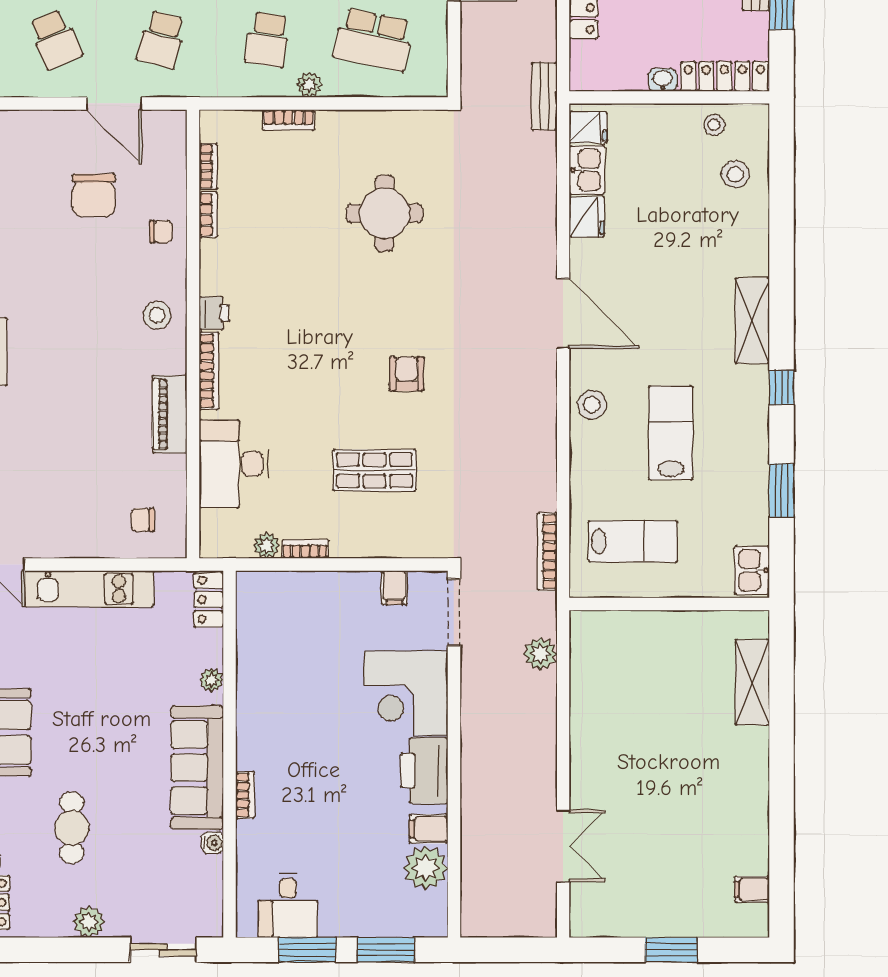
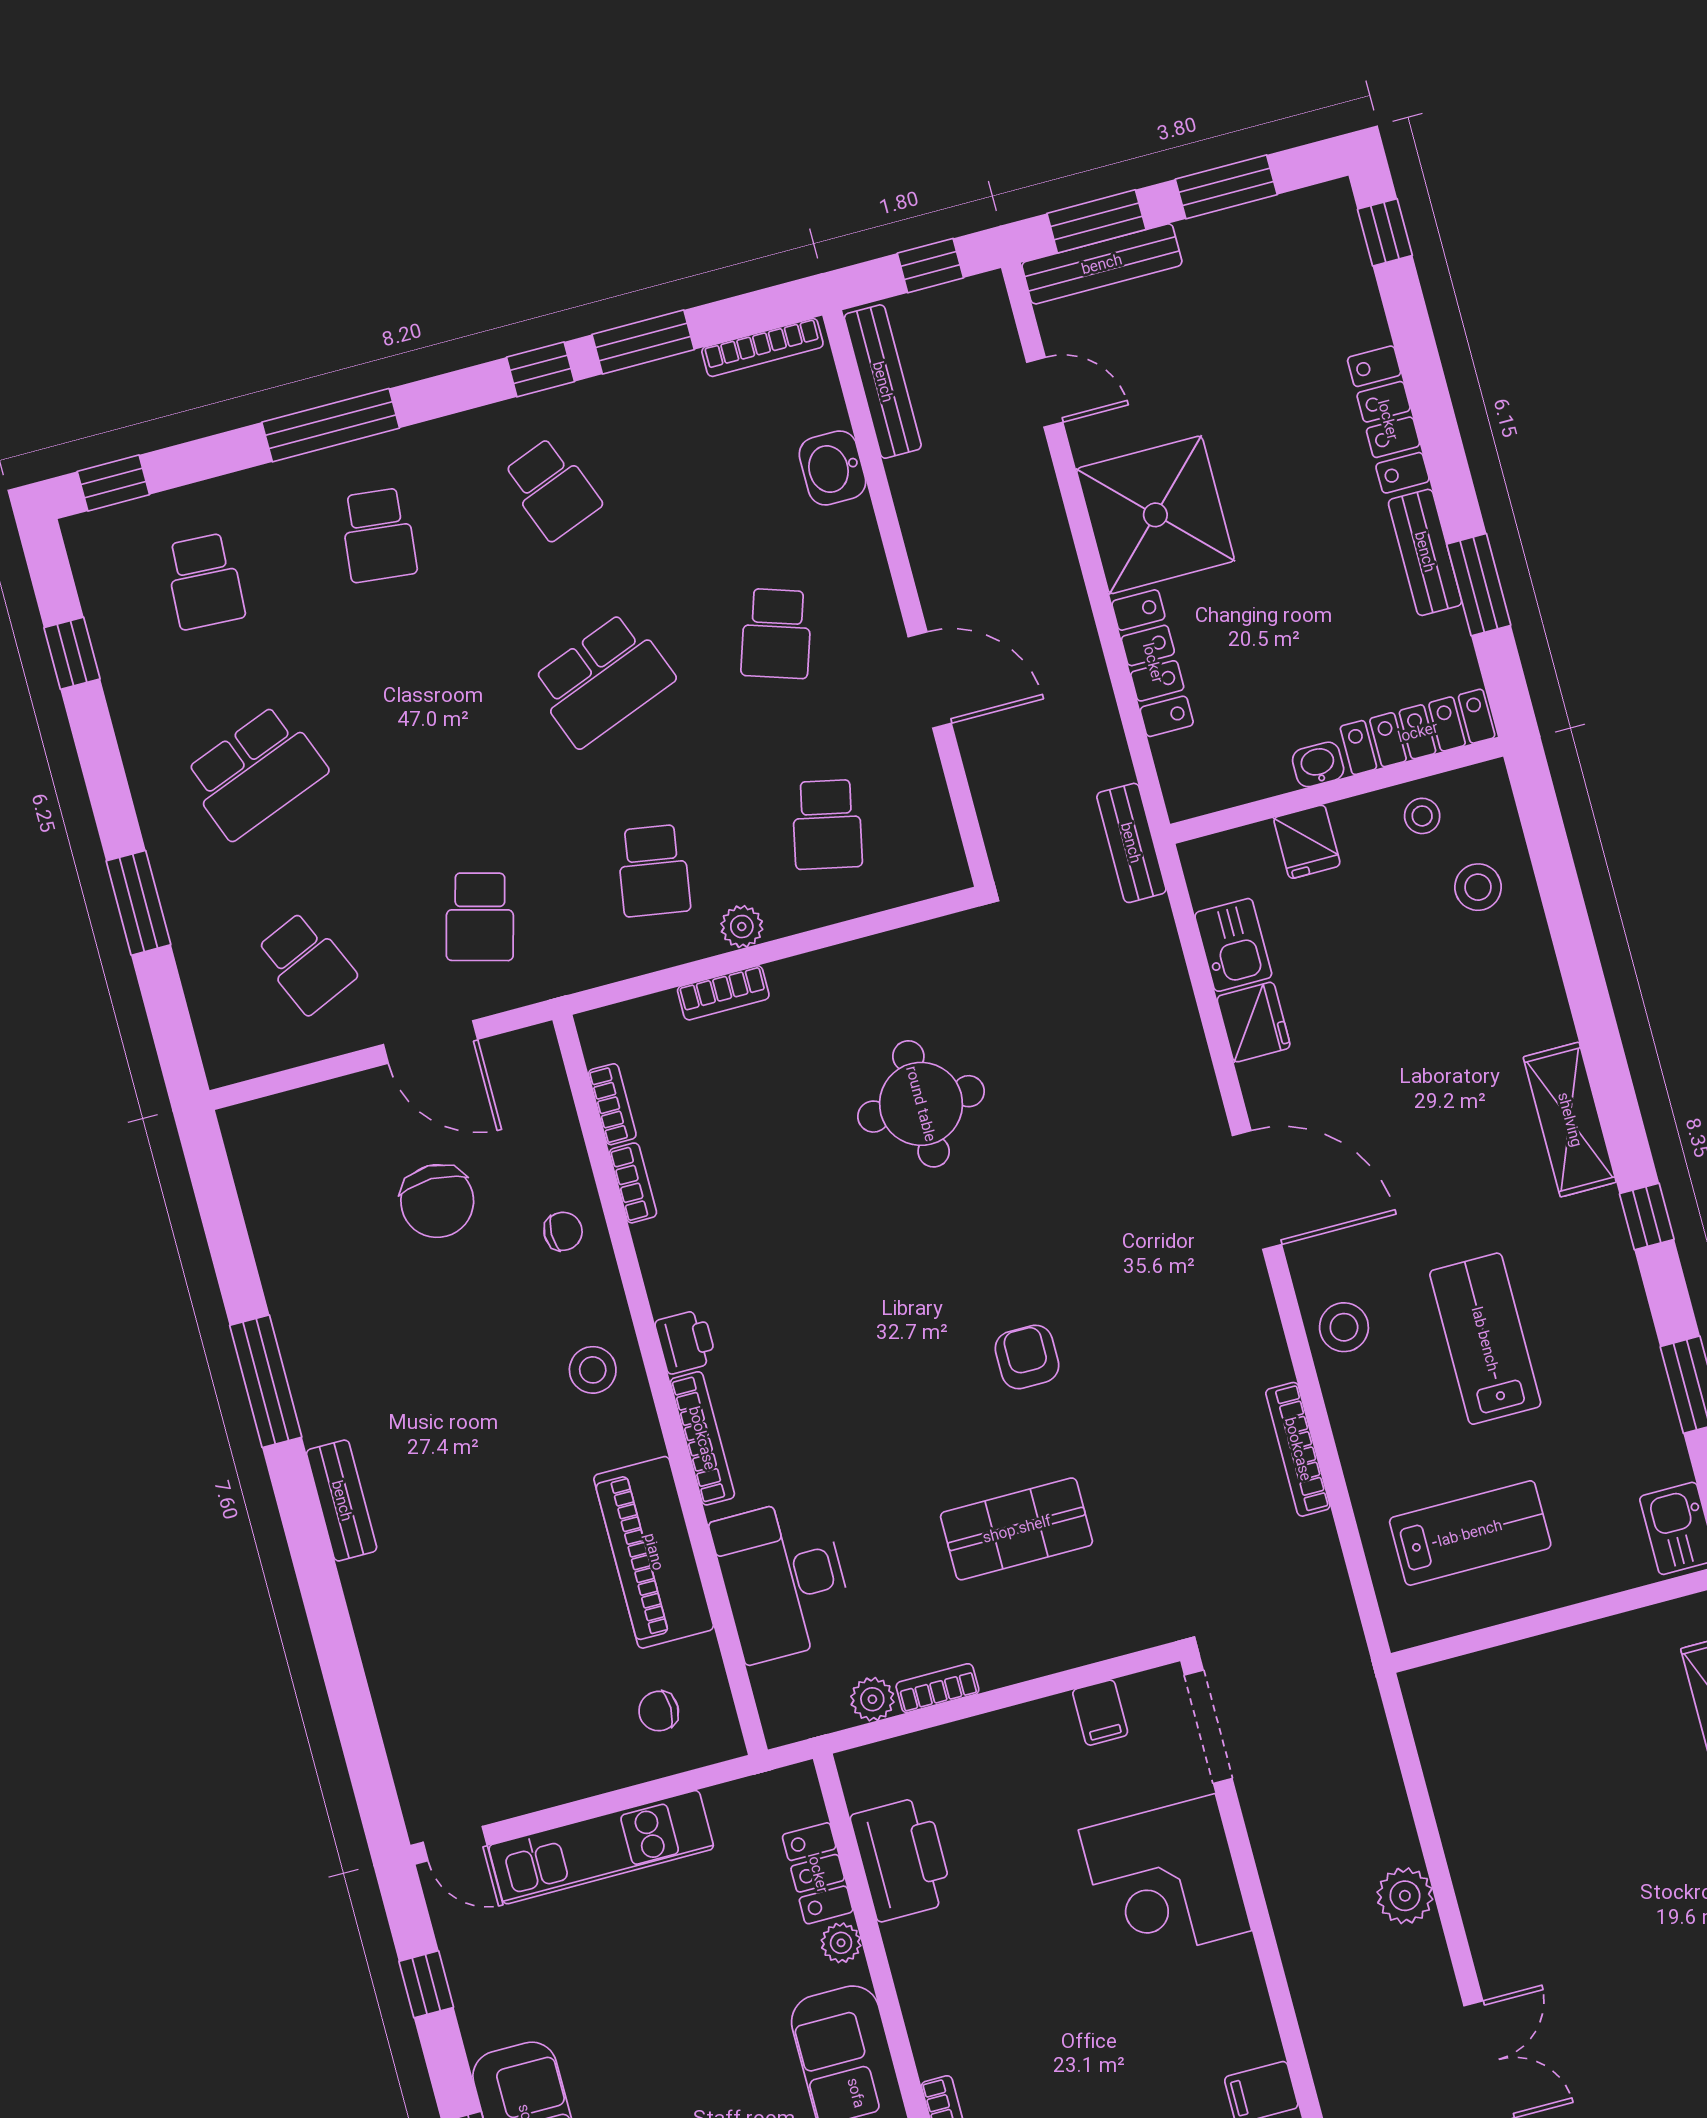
school desk: (373, 40) -> (827, 824), width x0.54
fridge: (588, 127) -> (1307, 842), moved, turned 90
piano: (170, 414) -> (654, 1552), width x1.37, depth x1.33
bookcase: (547, 551) -> (1298, 1449), moved
locker: (209, 600) -> (818, 1873), moved
plant: (540, 654) -> (1405, 1896), moved
printer: (424, 771) -> (902, 1859), moved, turned 180

